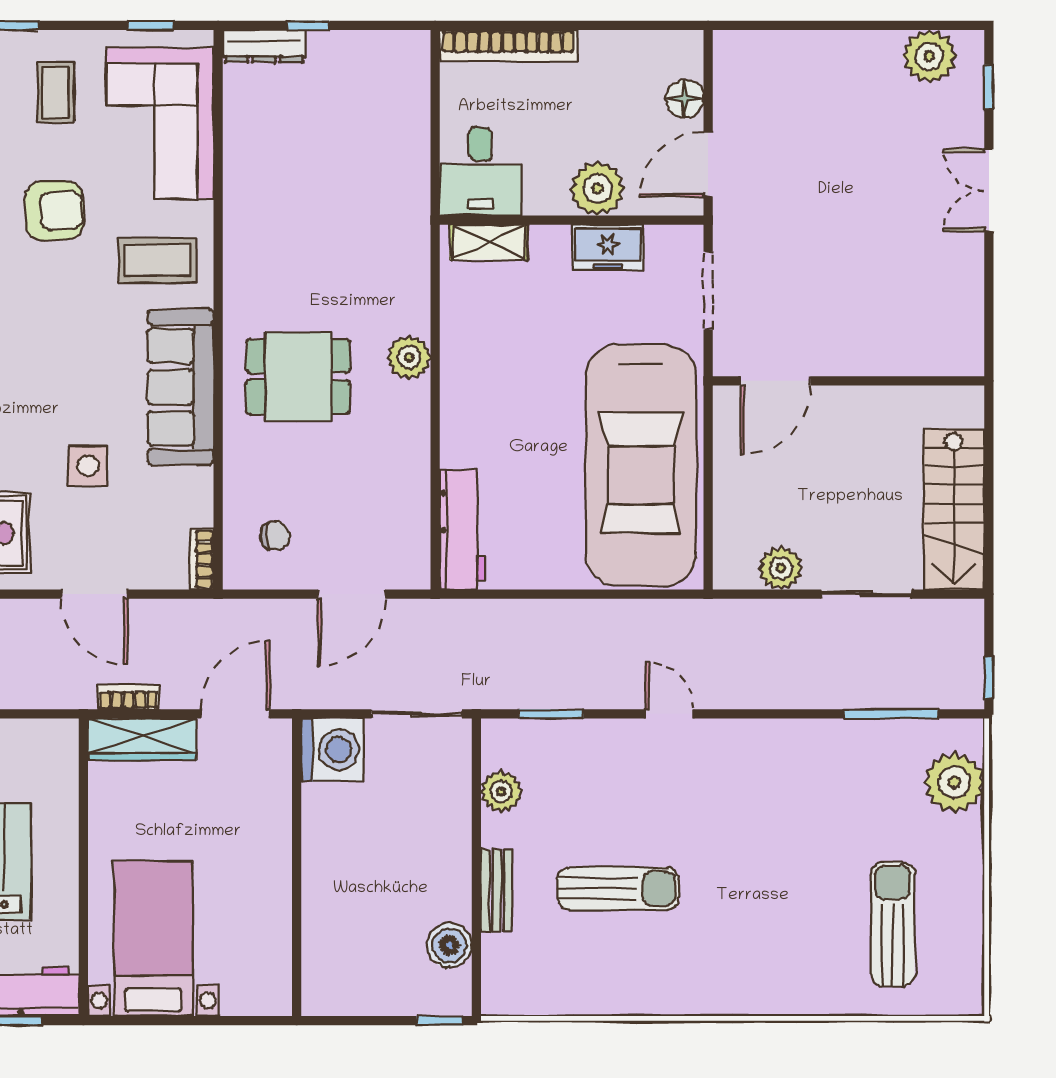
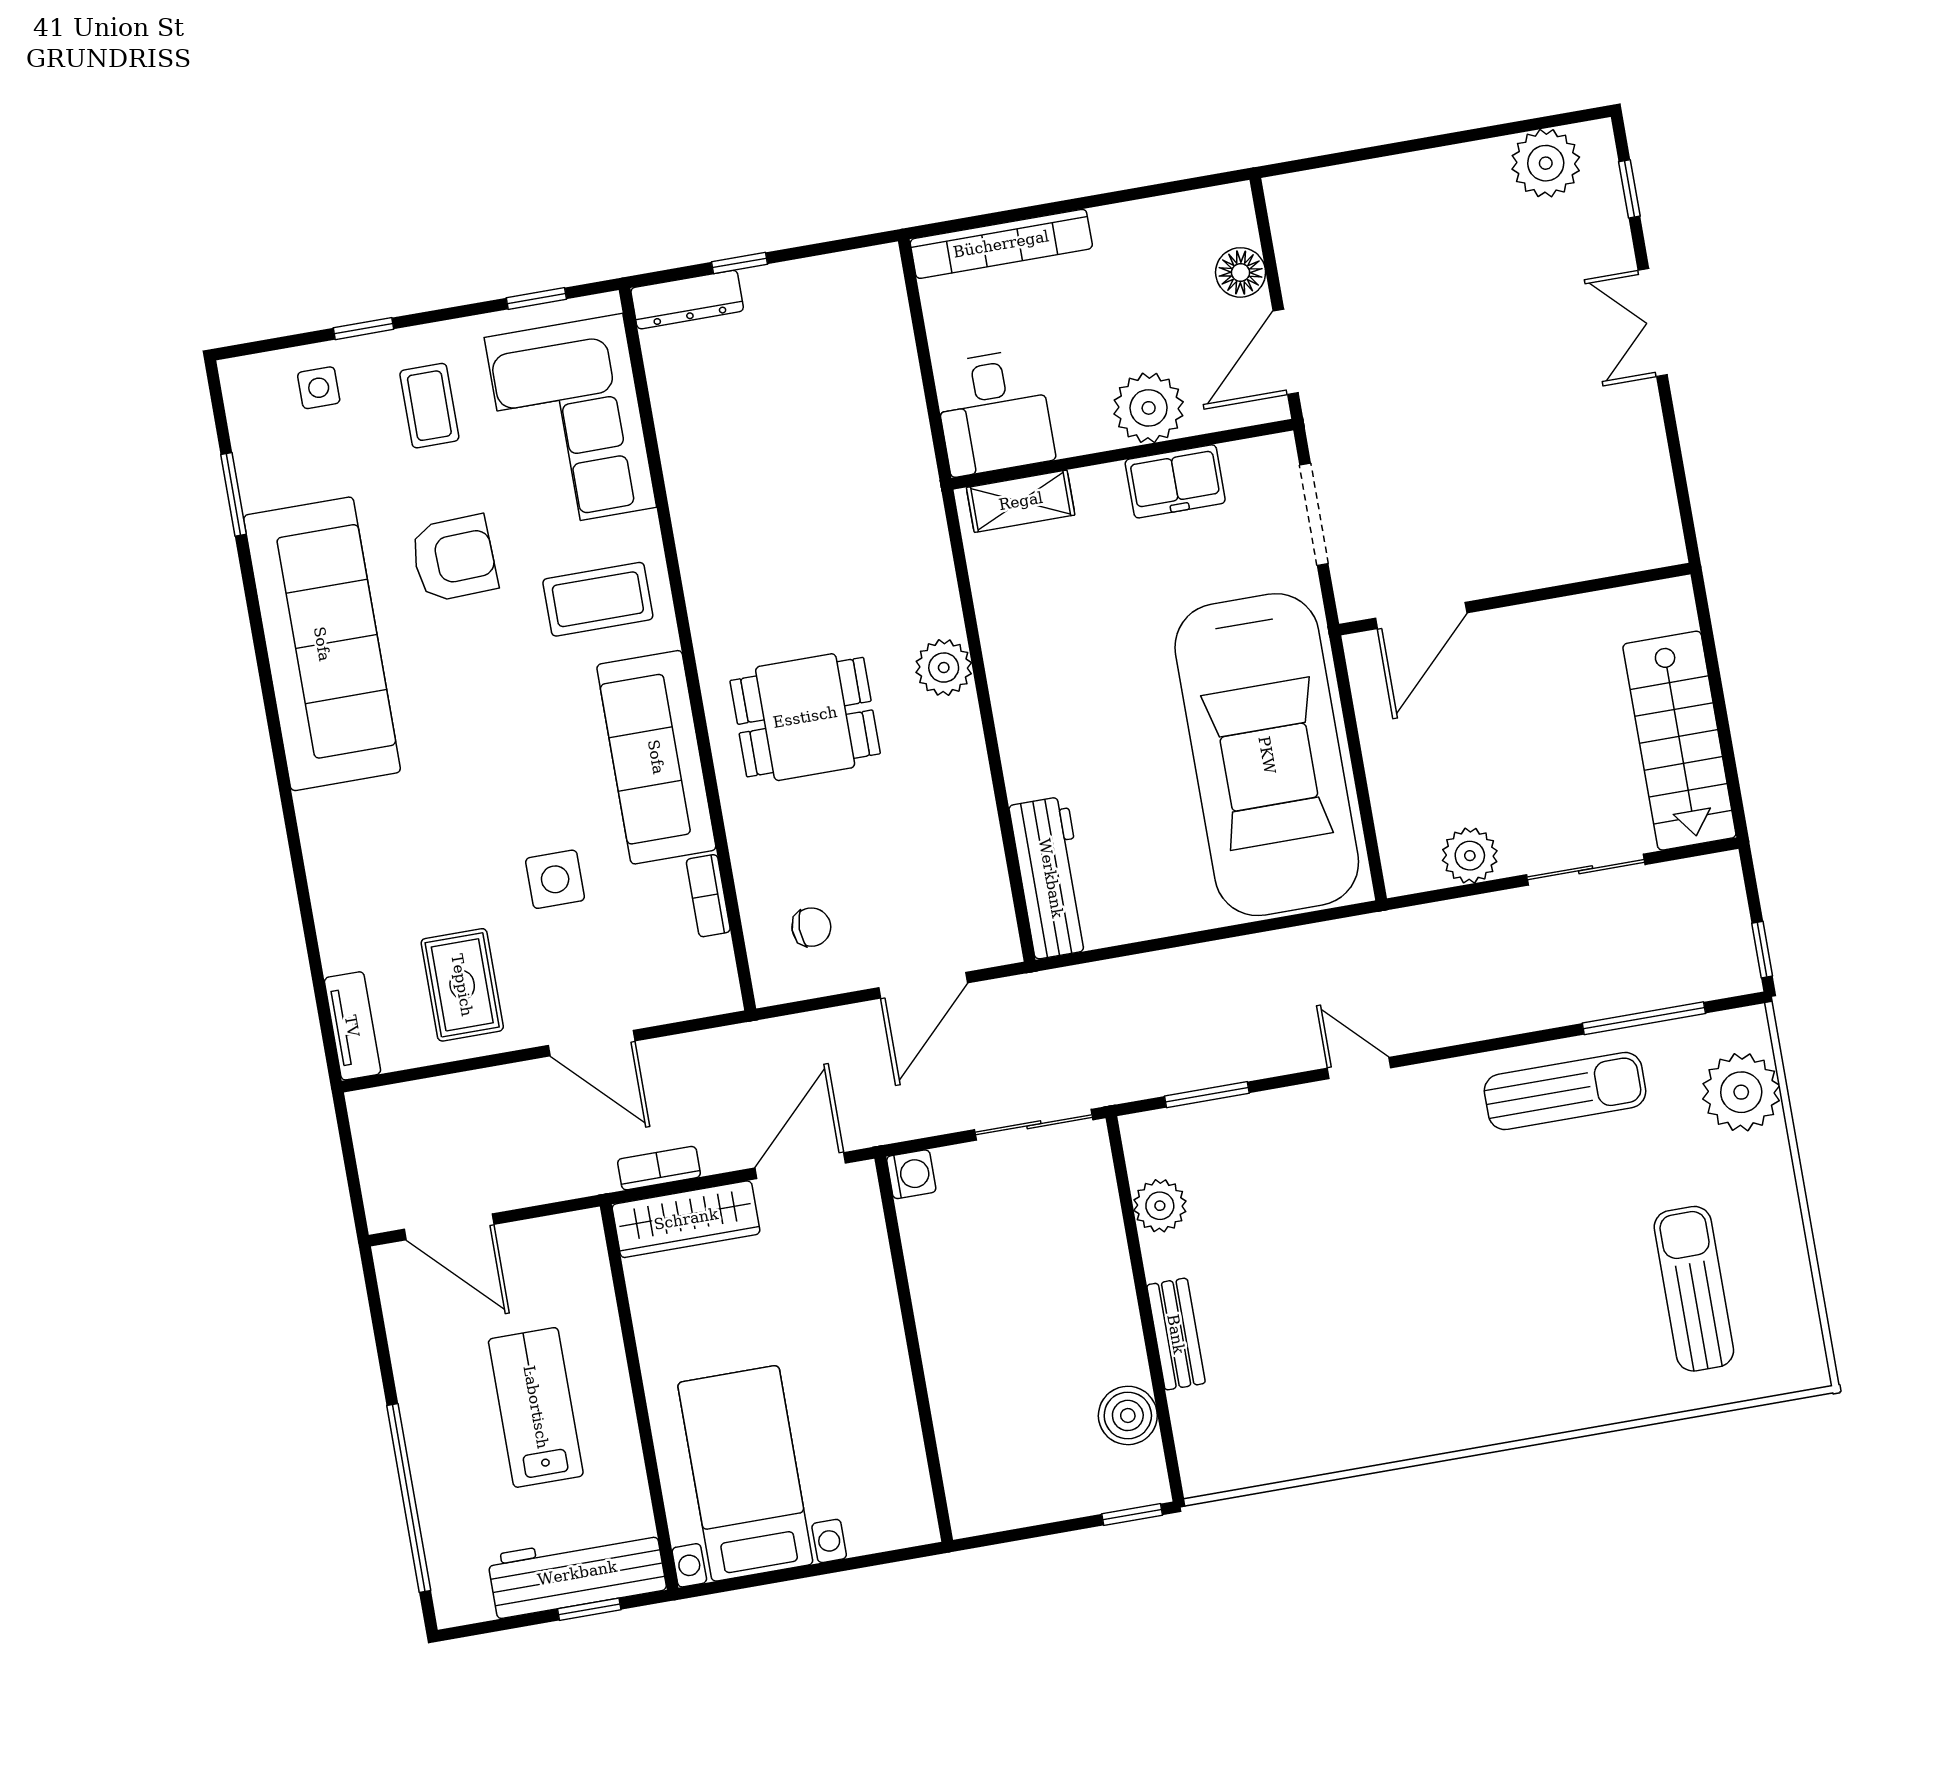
bookcase: (202, 559) -> (708, 896), moved
washing machine: (333, 750) -> (911, 1174), width x0.53, depth x0.53
sun lounger: (618, 889) -> (1565, 1091), moved

